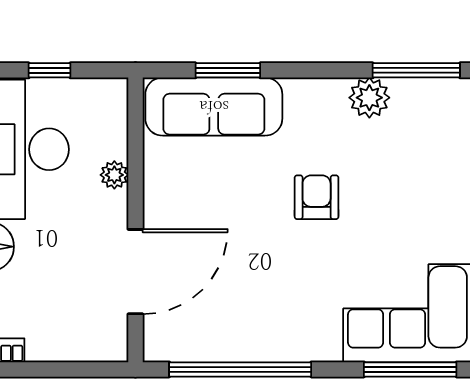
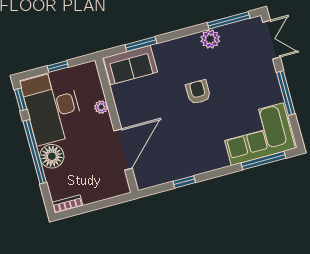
sofa: (214, 107) -> (130, 65), width x0.73
window: (240, 369) -> (184, 182), width x0.32

